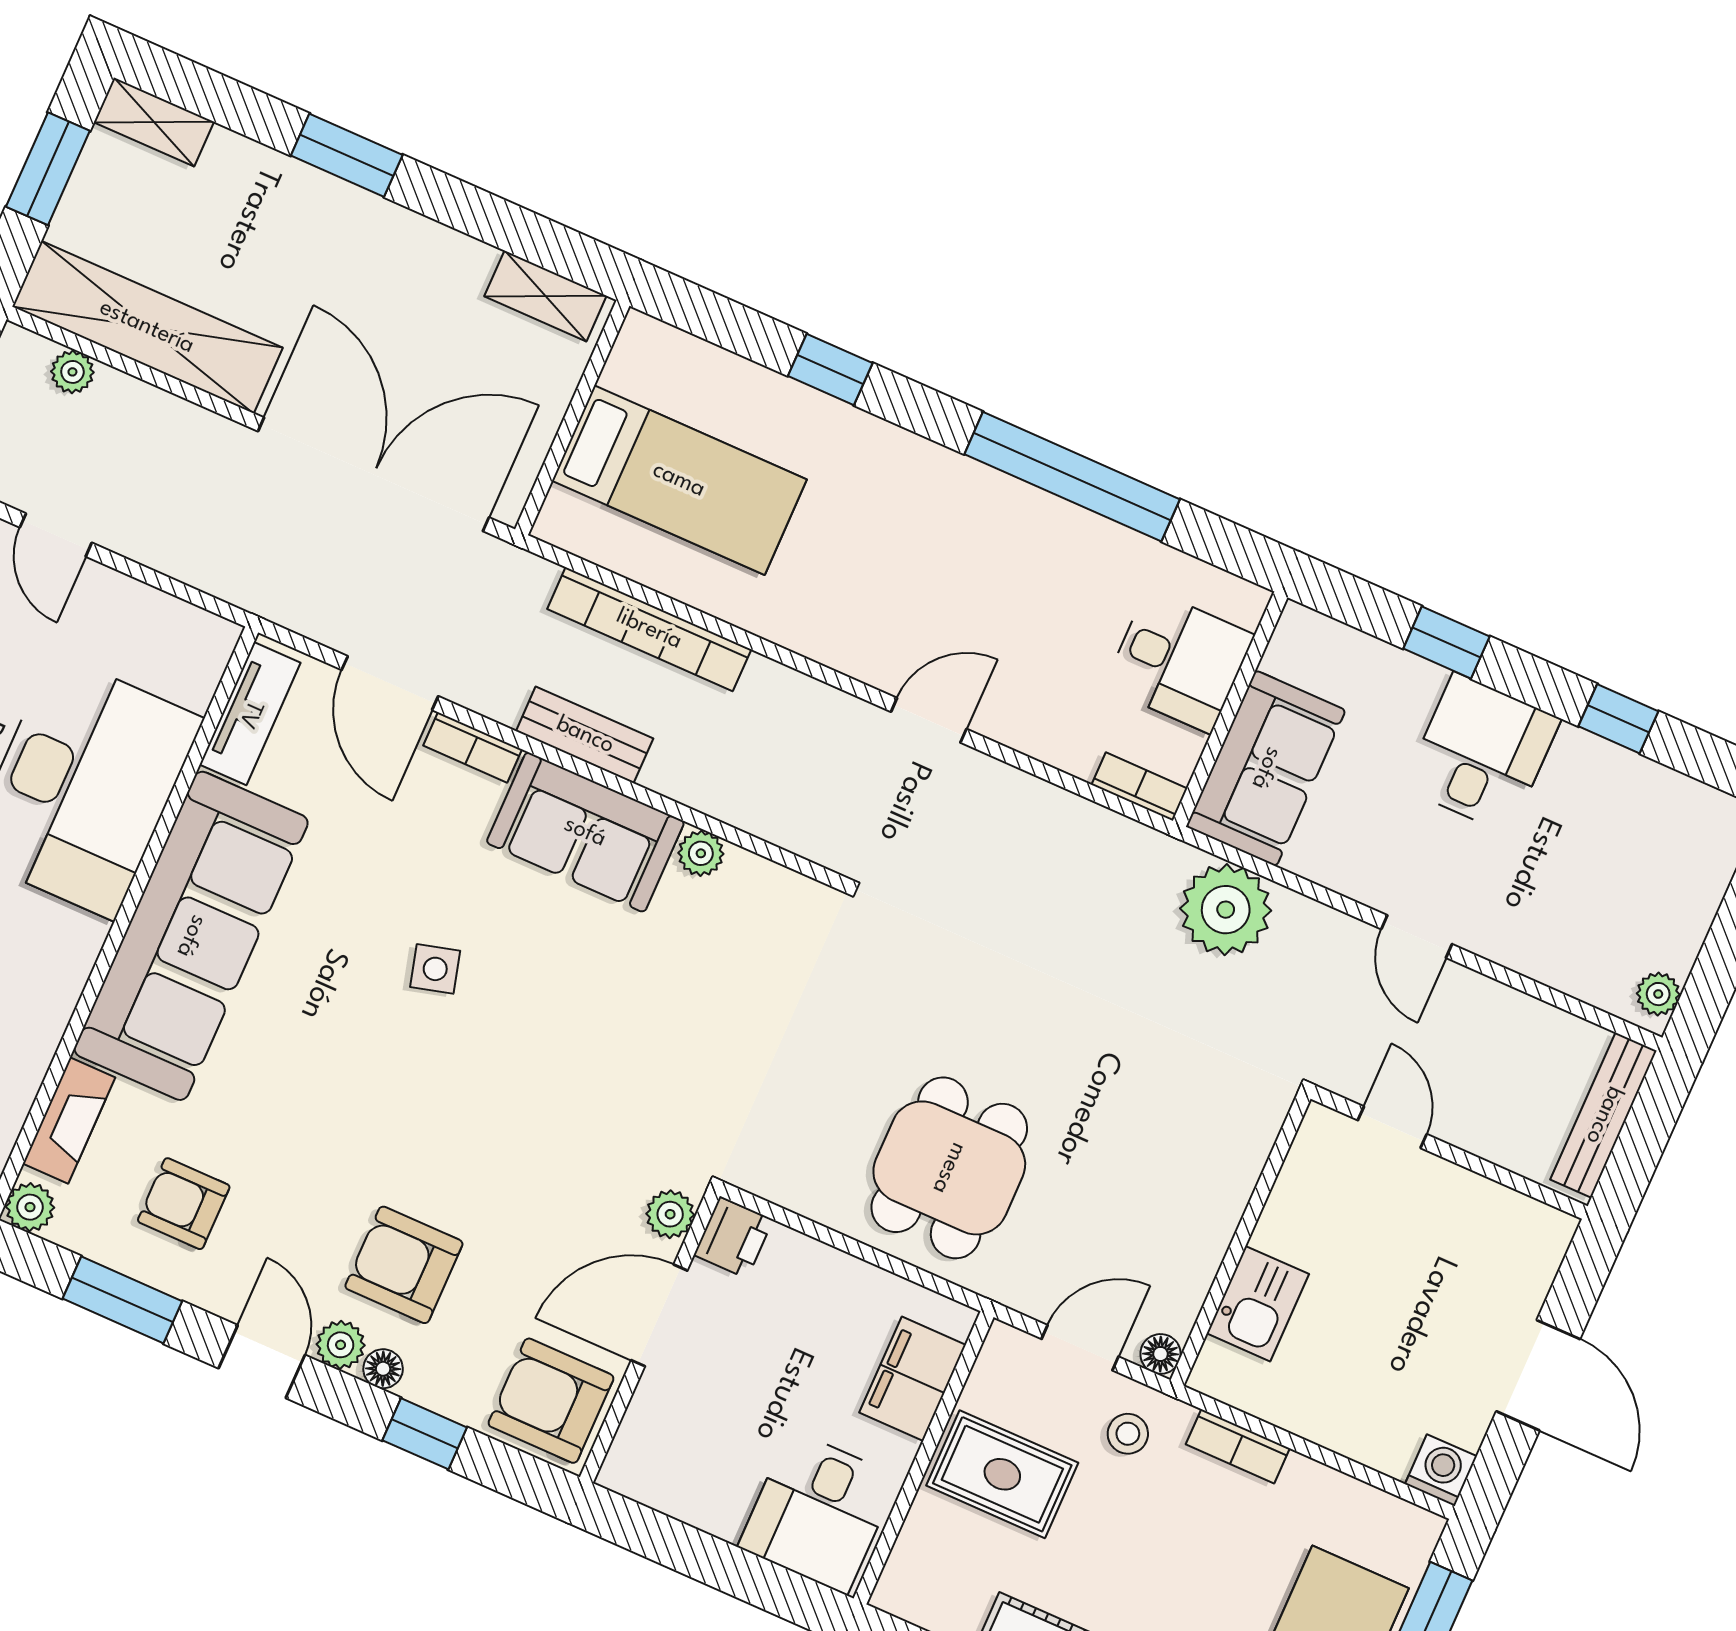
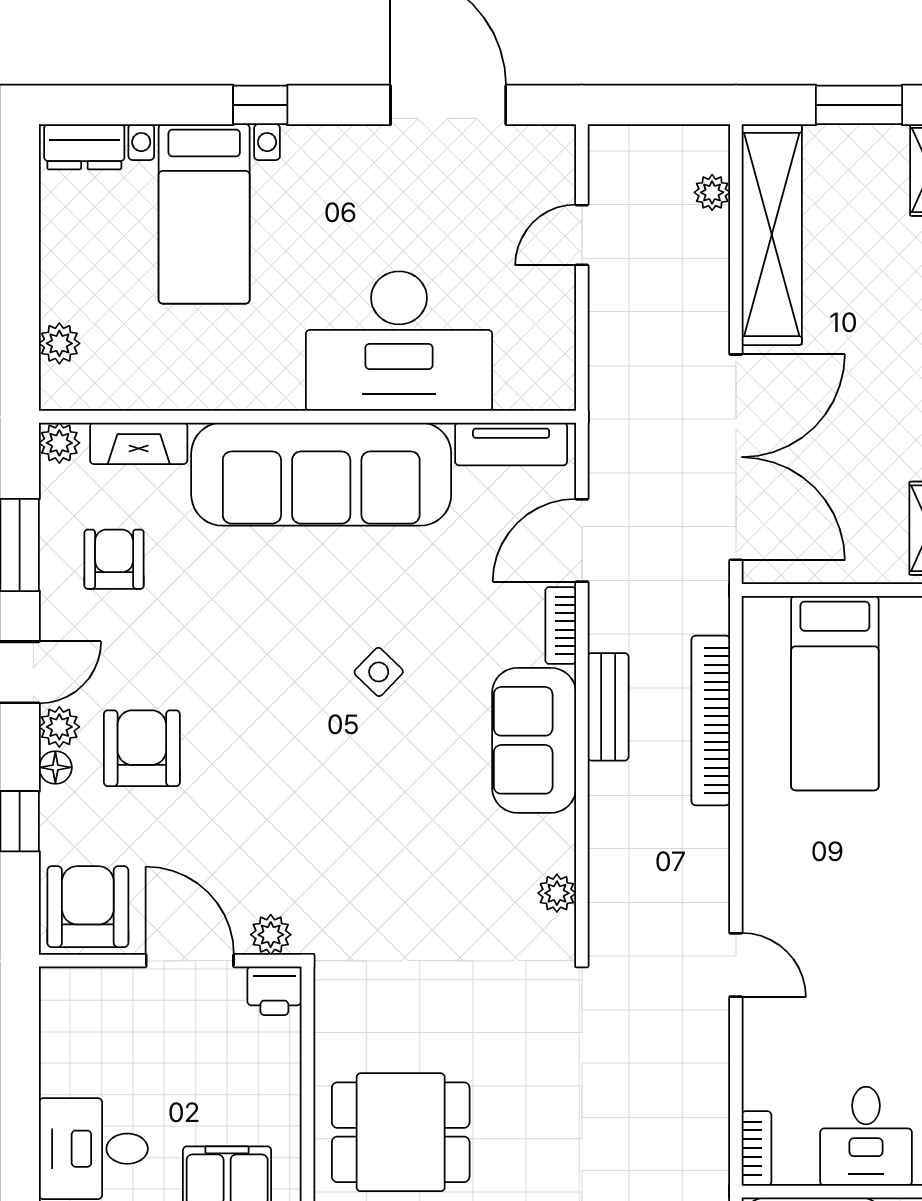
plant: (701, 853) -> (557, 893), moved
side table: (435, 969) -> (379, 672), turned -31

